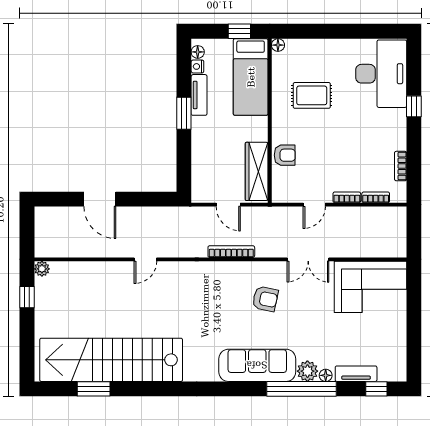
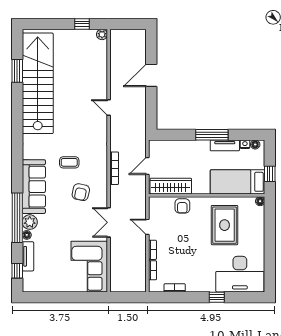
rug: (312, 95) -> (225, 225), width x1.36, depth x1.43
window: (184, 113) -> (212, 135), width x1.44
coffee table: (223, 315) -> (69, 162), added

